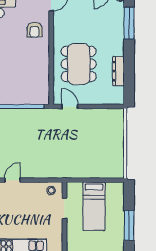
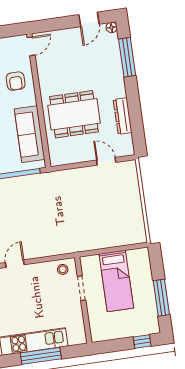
dining table: (79, 64) -> (74, 114), turned 90
sofa: (40, 75) -> (30, 134), added
door: (70, 106) -> (106, 161), moved

